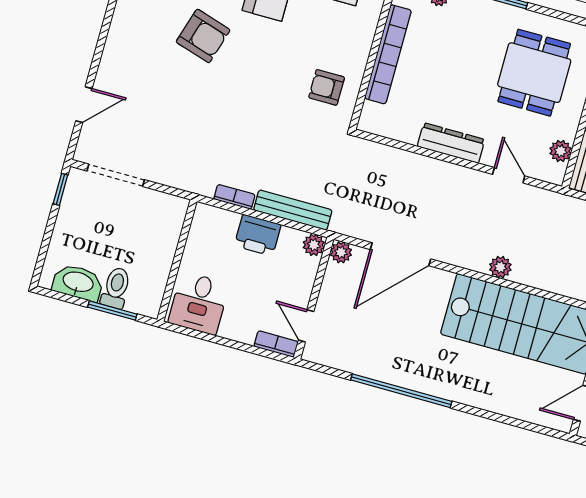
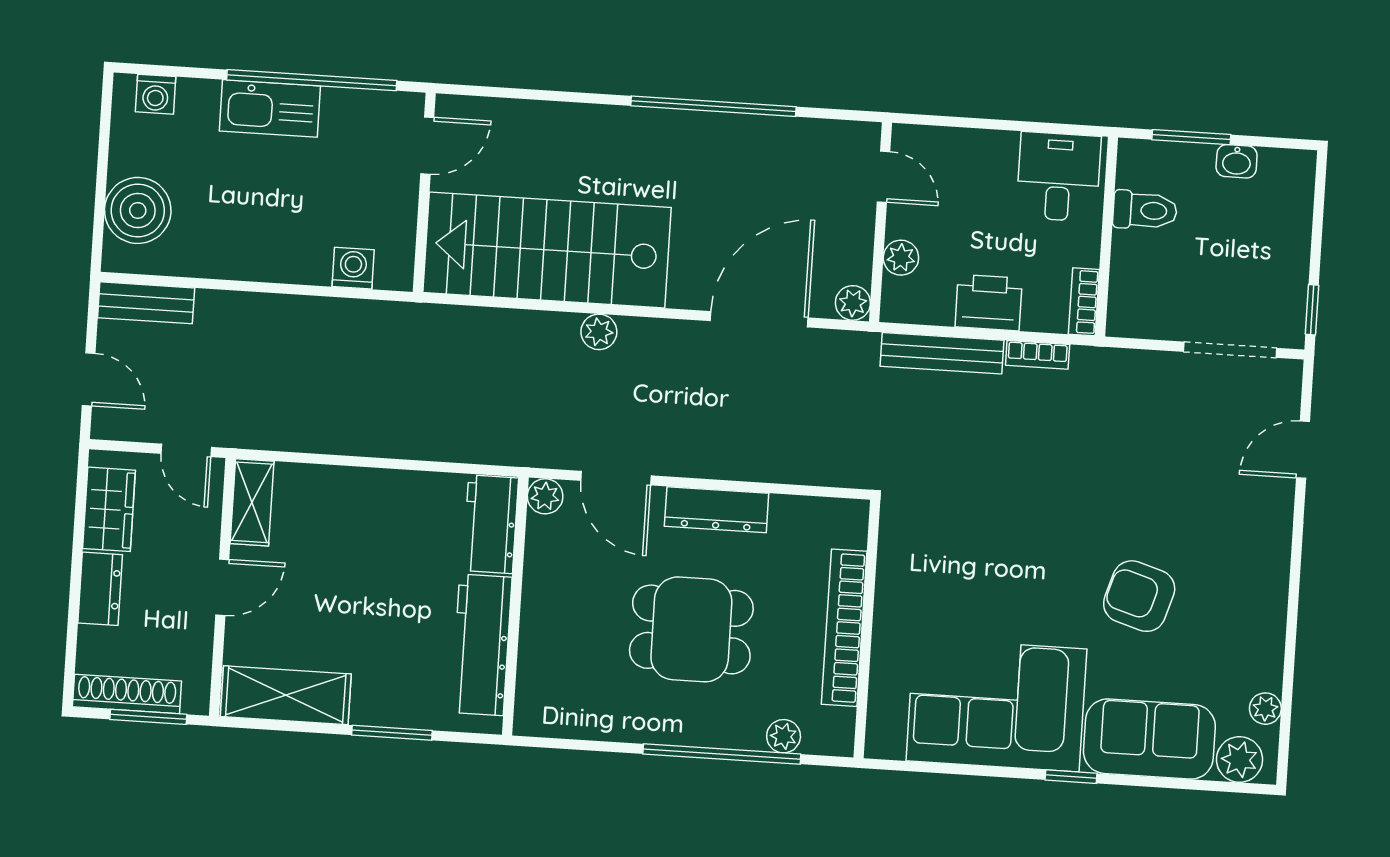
dining table: (534, 73) -> (691, 629), moved, turned 90
armchair: (327, 87) -> (929, 556), removed
plant: (561, 151) -> (545, 496), moved
door: (509, 175) -> (616, 478), width x1.38
plant: (314, 245) -> (901, 258), moved
washbasin: (78, 283) -> (1237, 161), width x0.52, depth x0.69
toilet: (116, 288) -> (1145, 210), moved, turned -90
bookcase: (276, 344) -> (1084, 302), moved, turned 90

